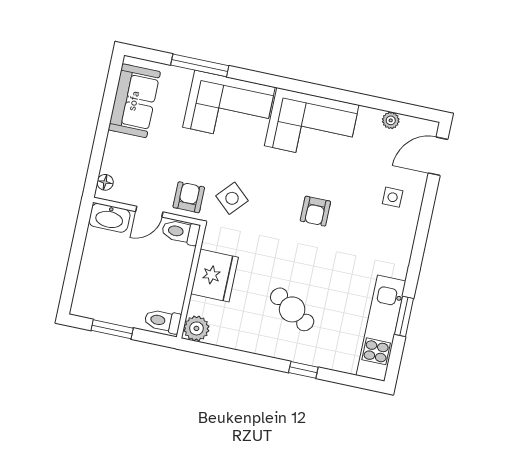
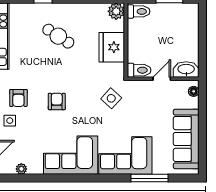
sofa: (134, 101) -> (186, 139), width x1.36
armchair: (189, 197) -> (18, 98), moved

